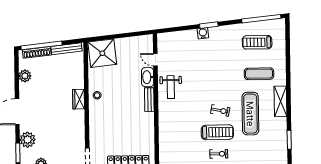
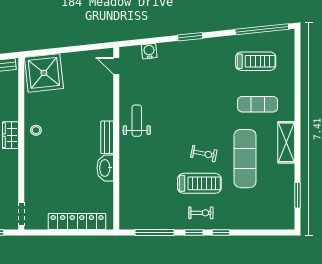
water cooler: (203, 33) -> (149, 51), moved
treadmill: (257, 42) -> (256, 61), turned 180
door: (155, 60) -> (116, 66), moved
washbasin: (148, 77) -> (105, 168), moved
weight bench: (171, 87) -> (137, 121), turned 180

